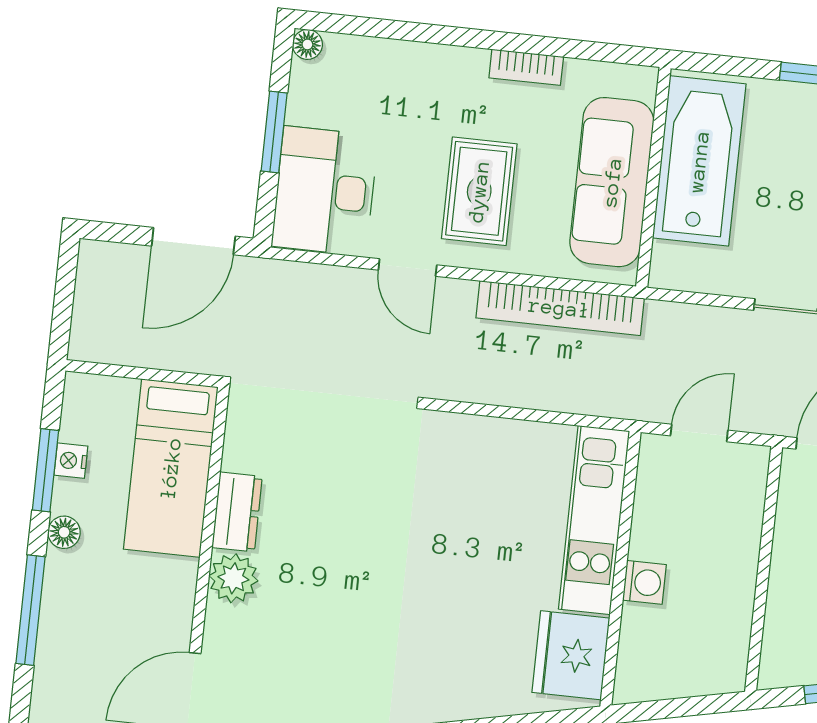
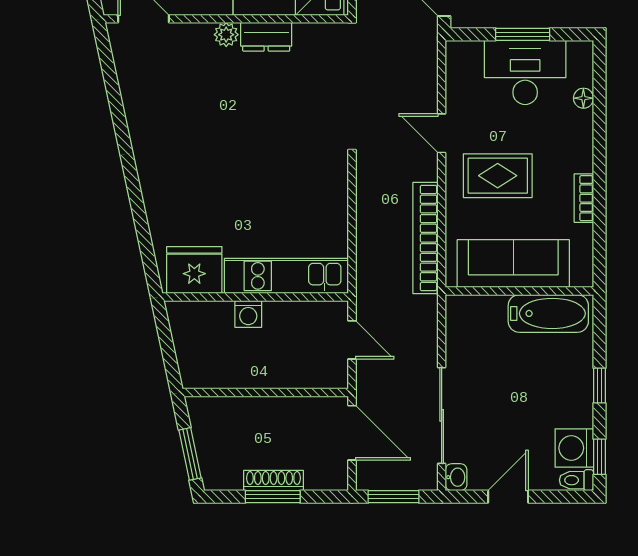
floor lamp: (307, 44) -> (583, 98), moved
bathtub: (699, 161) -> (548, 313), width x0.73, depth x0.73
desk: (325, 191) -> (525, 72), moved
door: (408, 268) -> (442, 133), hinge flipped
plant: (233, 578) -> (226, 35), width x0.73, depth x0.73

